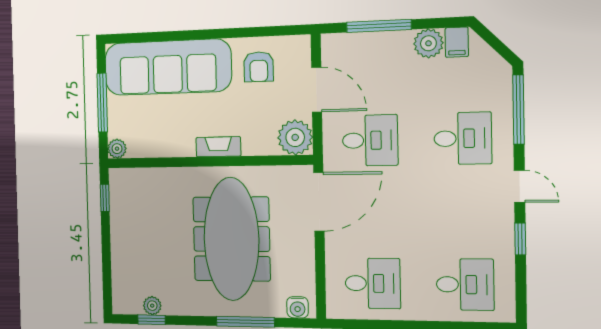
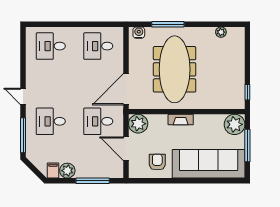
plant: (117, 149) -> (235, 124), width x1.88, depth x1.88
window: (520, 239) -> (23, 70), removed
window: (151, 320) -> (222, 24), removed

